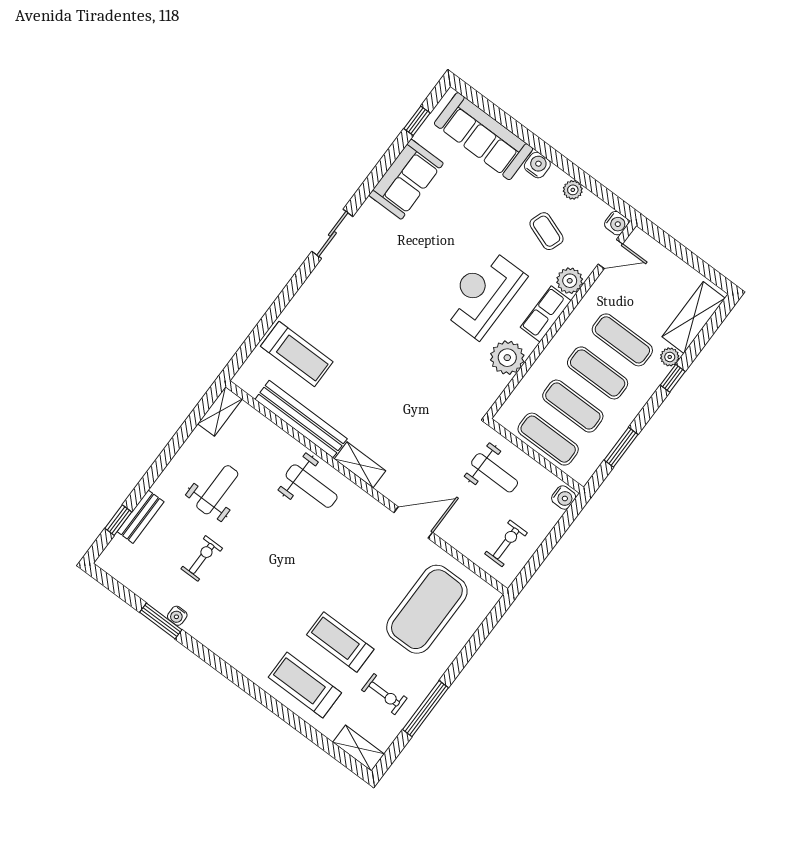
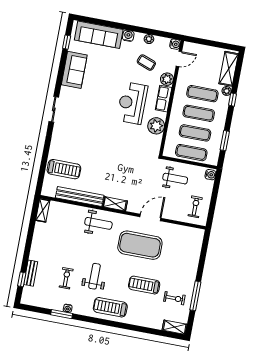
weight bench: (217, 490) -> (95, 276), moved
exercise mat: (427, 609) -> (140, 245), moved, turned 90
treadmill: (305, 685) -> (110, 307), moved

